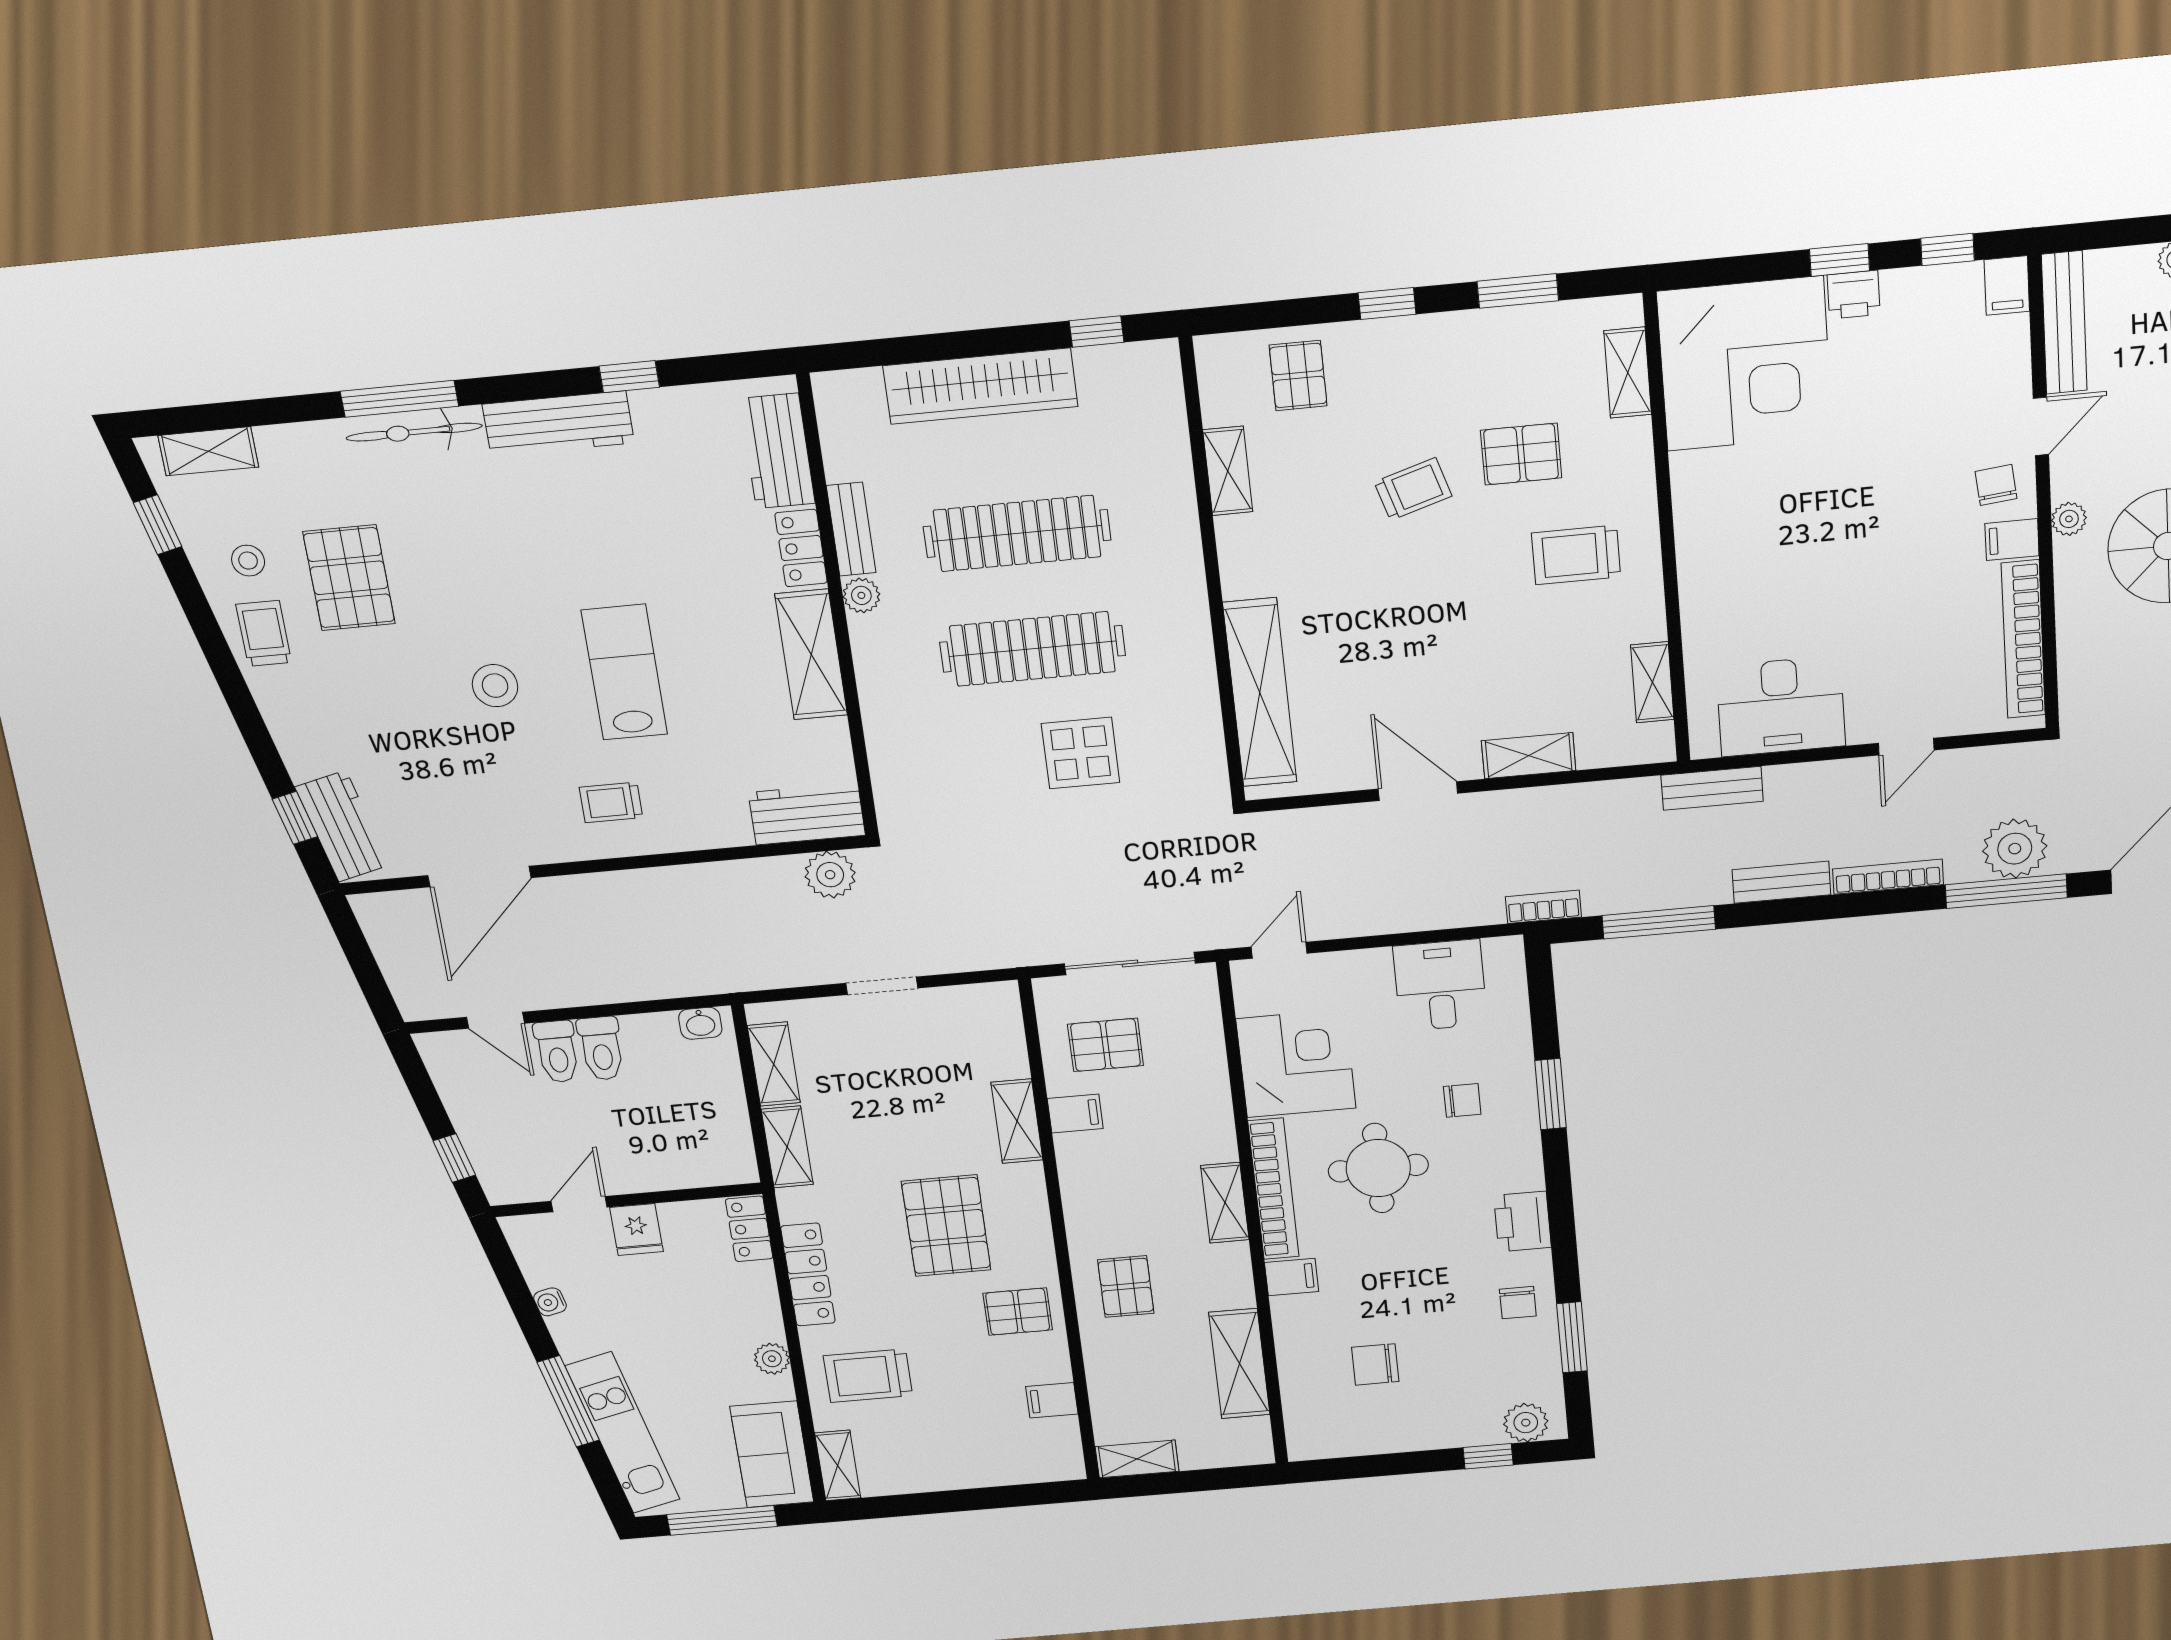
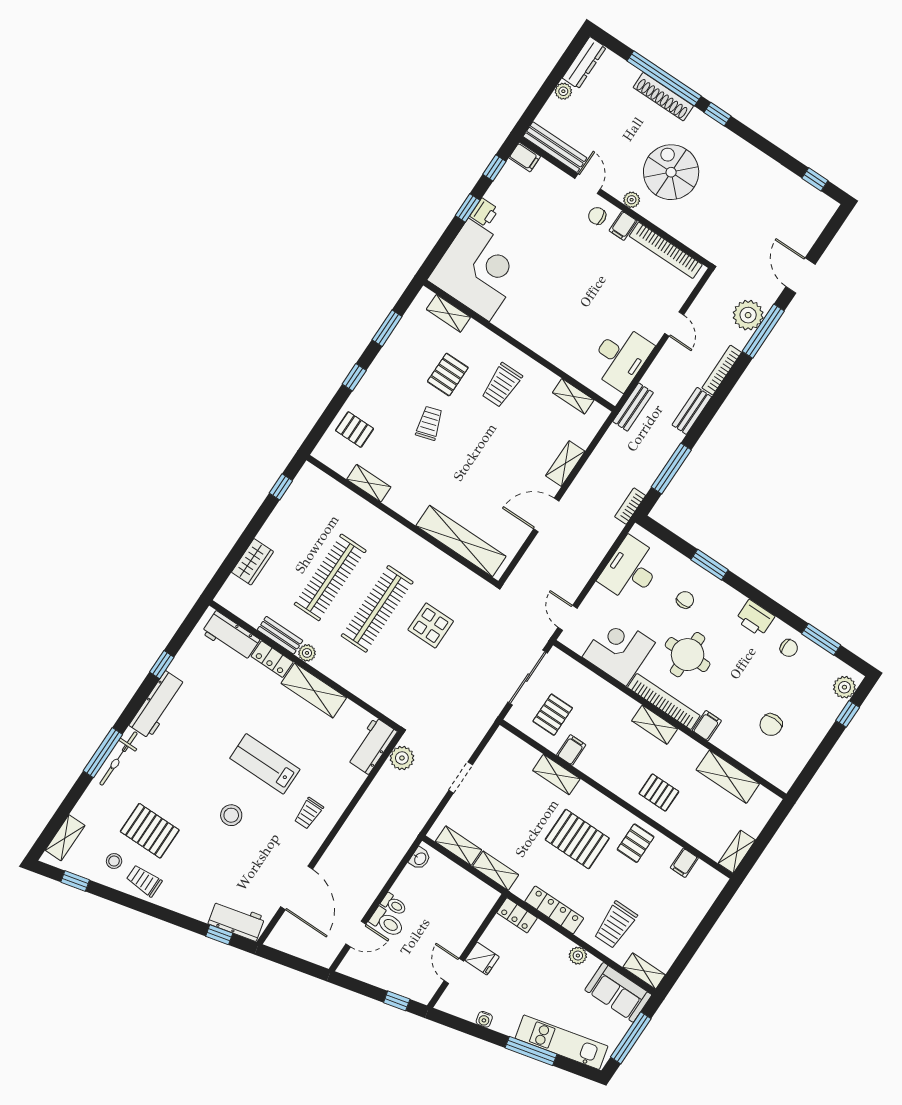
wardrobe: (980, 386) -> (252, 562), width x0.48, depth x0.85
desk: (1440, 985) -> (631, 570), width x1.37
toilet: (601, 1048) -> (394, 904), width x0.73, depth x0.72

